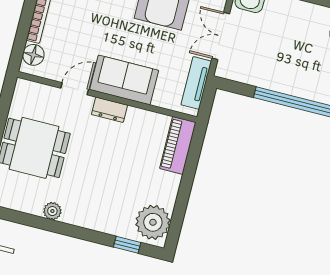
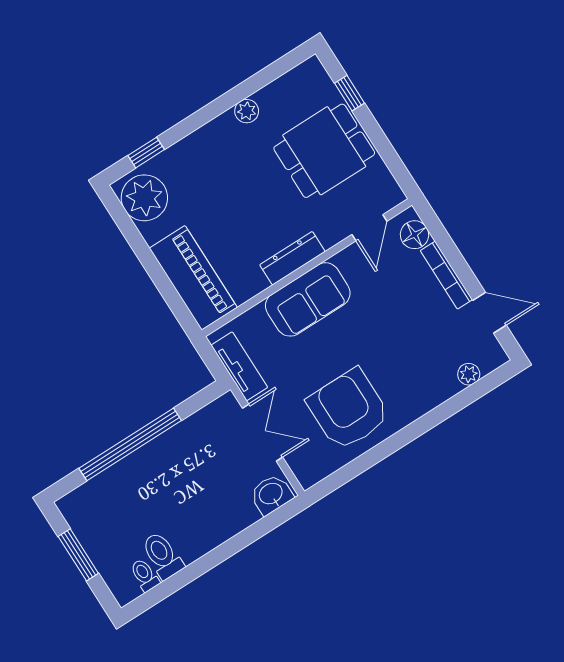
door: (75, 89) -> (369, 228), moved
dresser: (109, 110) -> (292, 258), width x1.44
piano: (178, 145) -> (193, 278), width x1.37, depth x1.33

